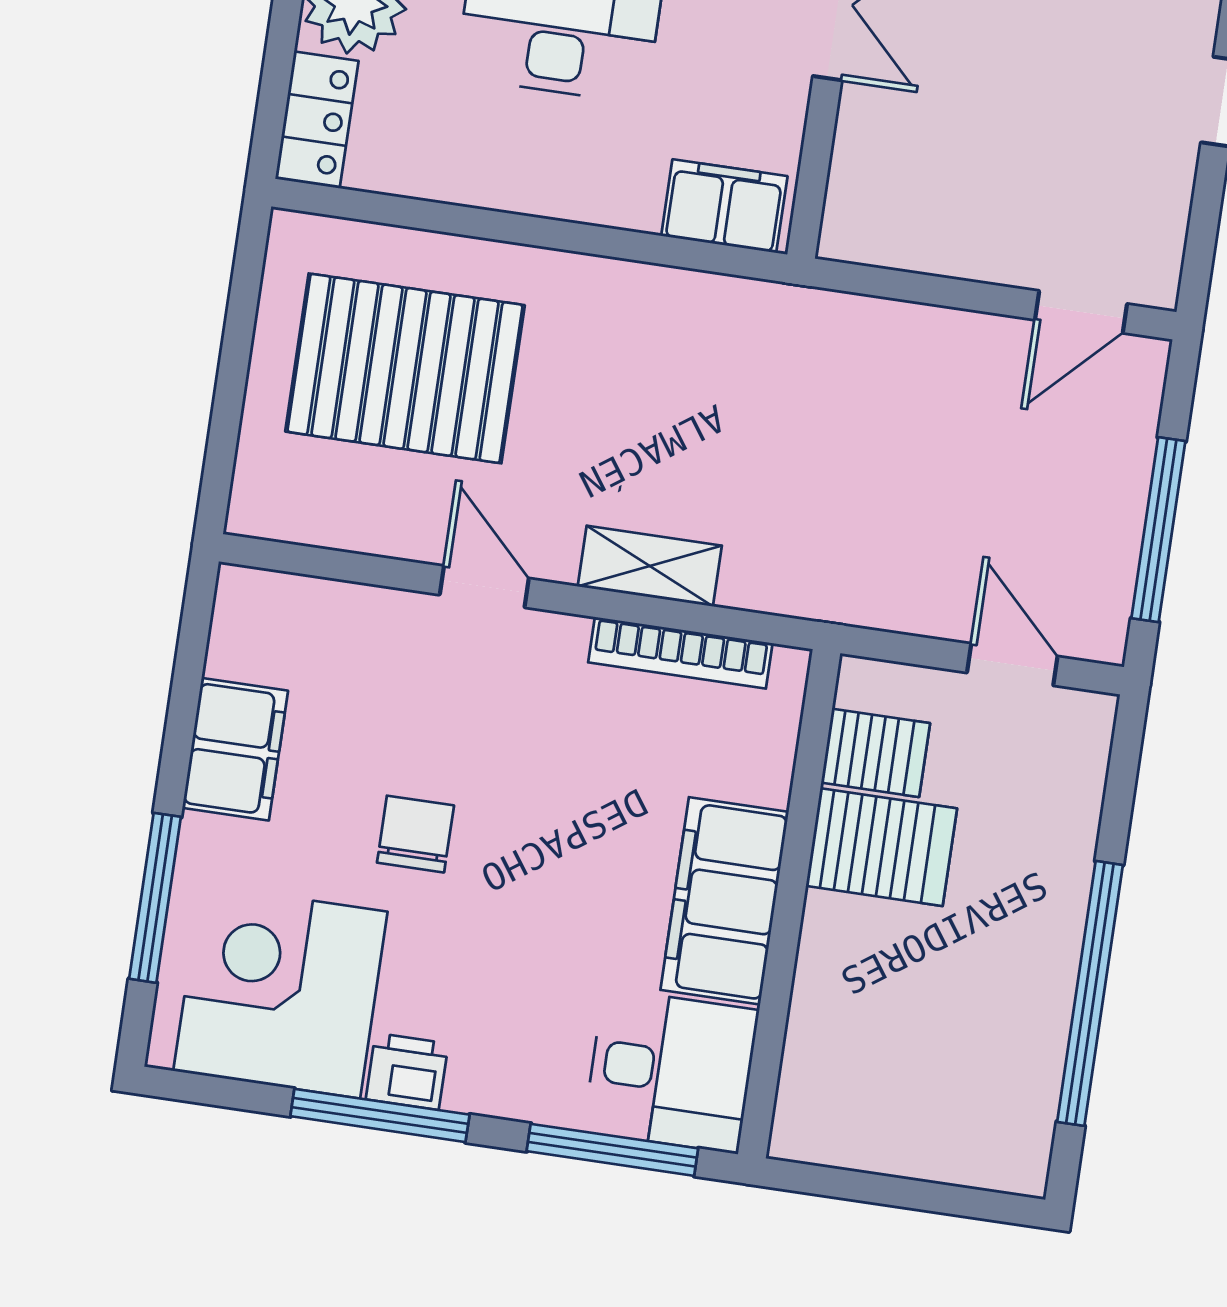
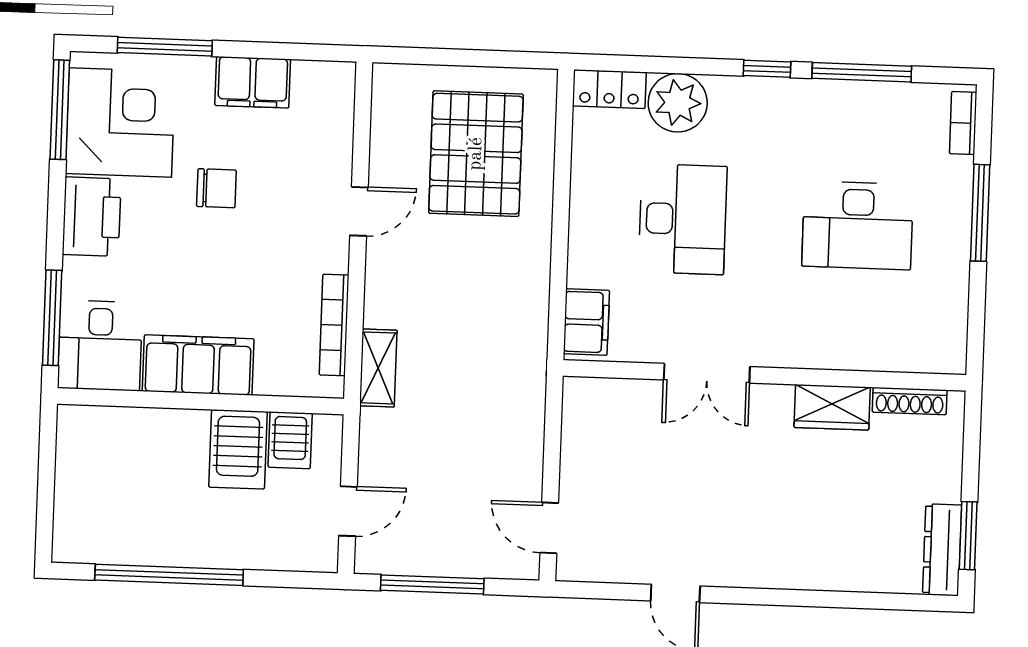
shelving: (650, 566) -> (378, 368), moved
printer: (407, 1071) -> (92, 217), width x1.87, depth x1.48
window: (380, 1115) -> (60, 110), moved

